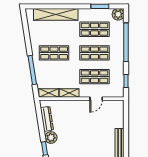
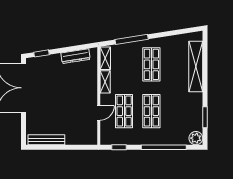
shop shelf: (94, 29) -> (179, 111), removed
door: (96, 99) -> (99, 113), swing flipped
plant: (51, 137) -> (54, 61), removed

